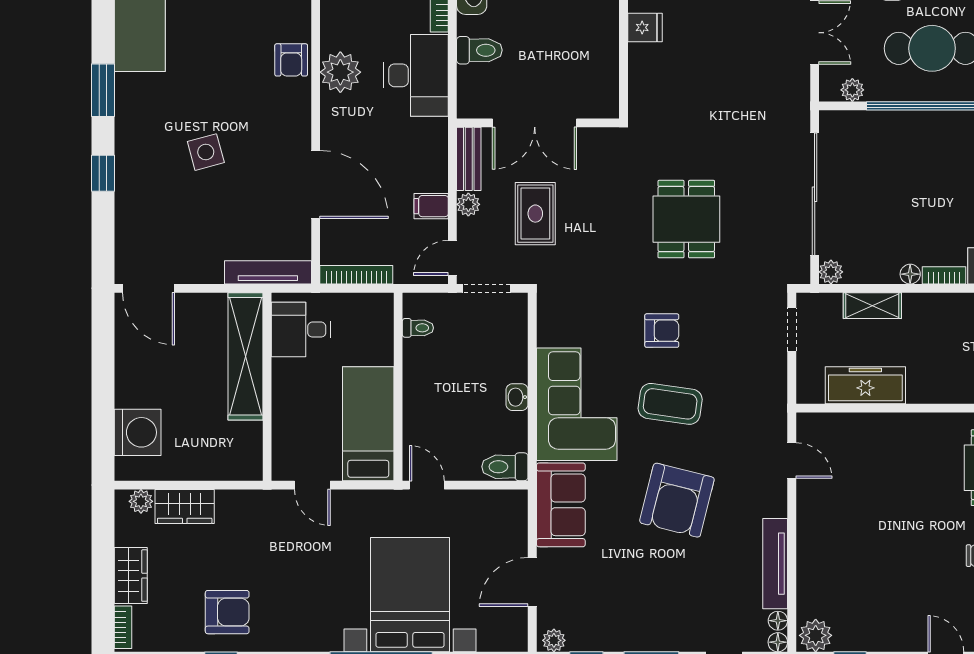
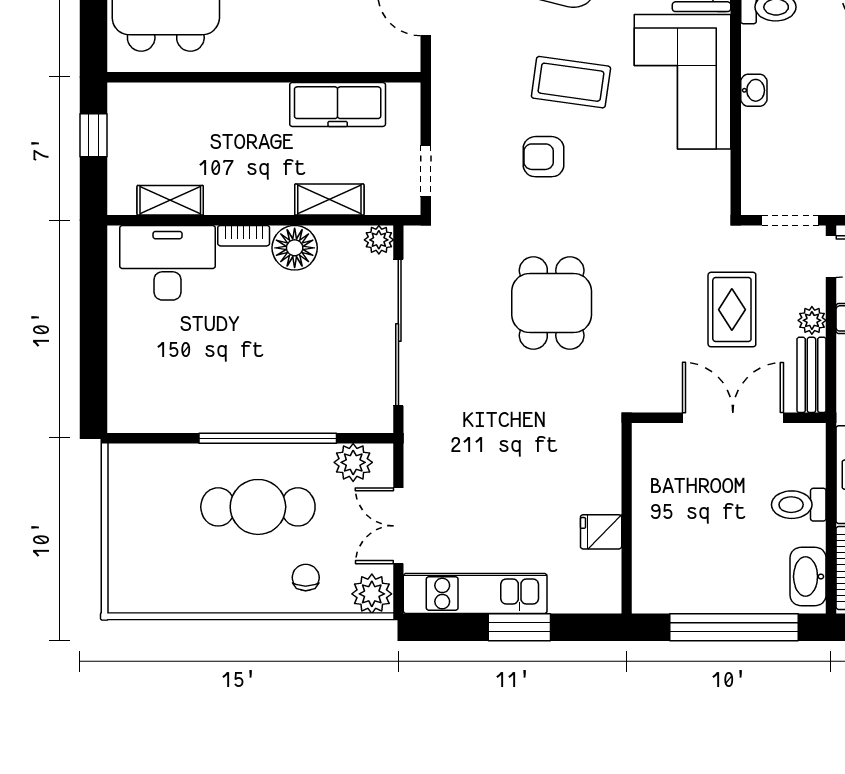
plant: (852, 90) -> (353, 462), width x1.38, depth x1.38
floor lamp: (910, 274) -> (295, 248), width x1.89, depth x1.89
armchair: (662, 331) -> (543, 157), moved

